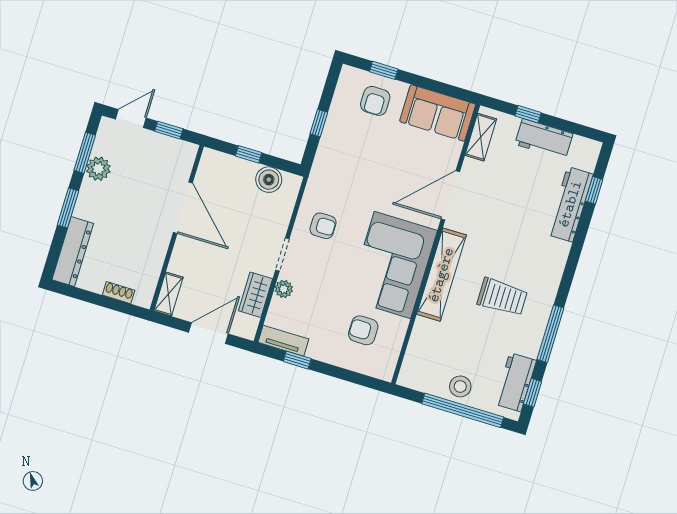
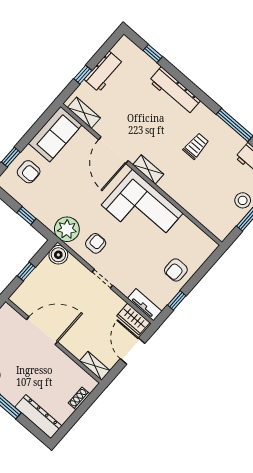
boiler: (269, 180) -> (58, 255), moved
workbench: (570, 204) -> (175, 91), moved
shelving: (441, 275) -> (148, 169), width x0.45, depth x0.75
plant: (284, 289) -> (67, 229), moved, width x1.88, depth x1.88
wardrobe: (256, 295) -> (133, 319), moved
trolley: (502, 297) -> (196, 146), width x0.73, depth x0.72
armchair: (363, 330) -> (176, 270), moved
tv unit: (283, 341) -> (145, 305), moved, turned 90

